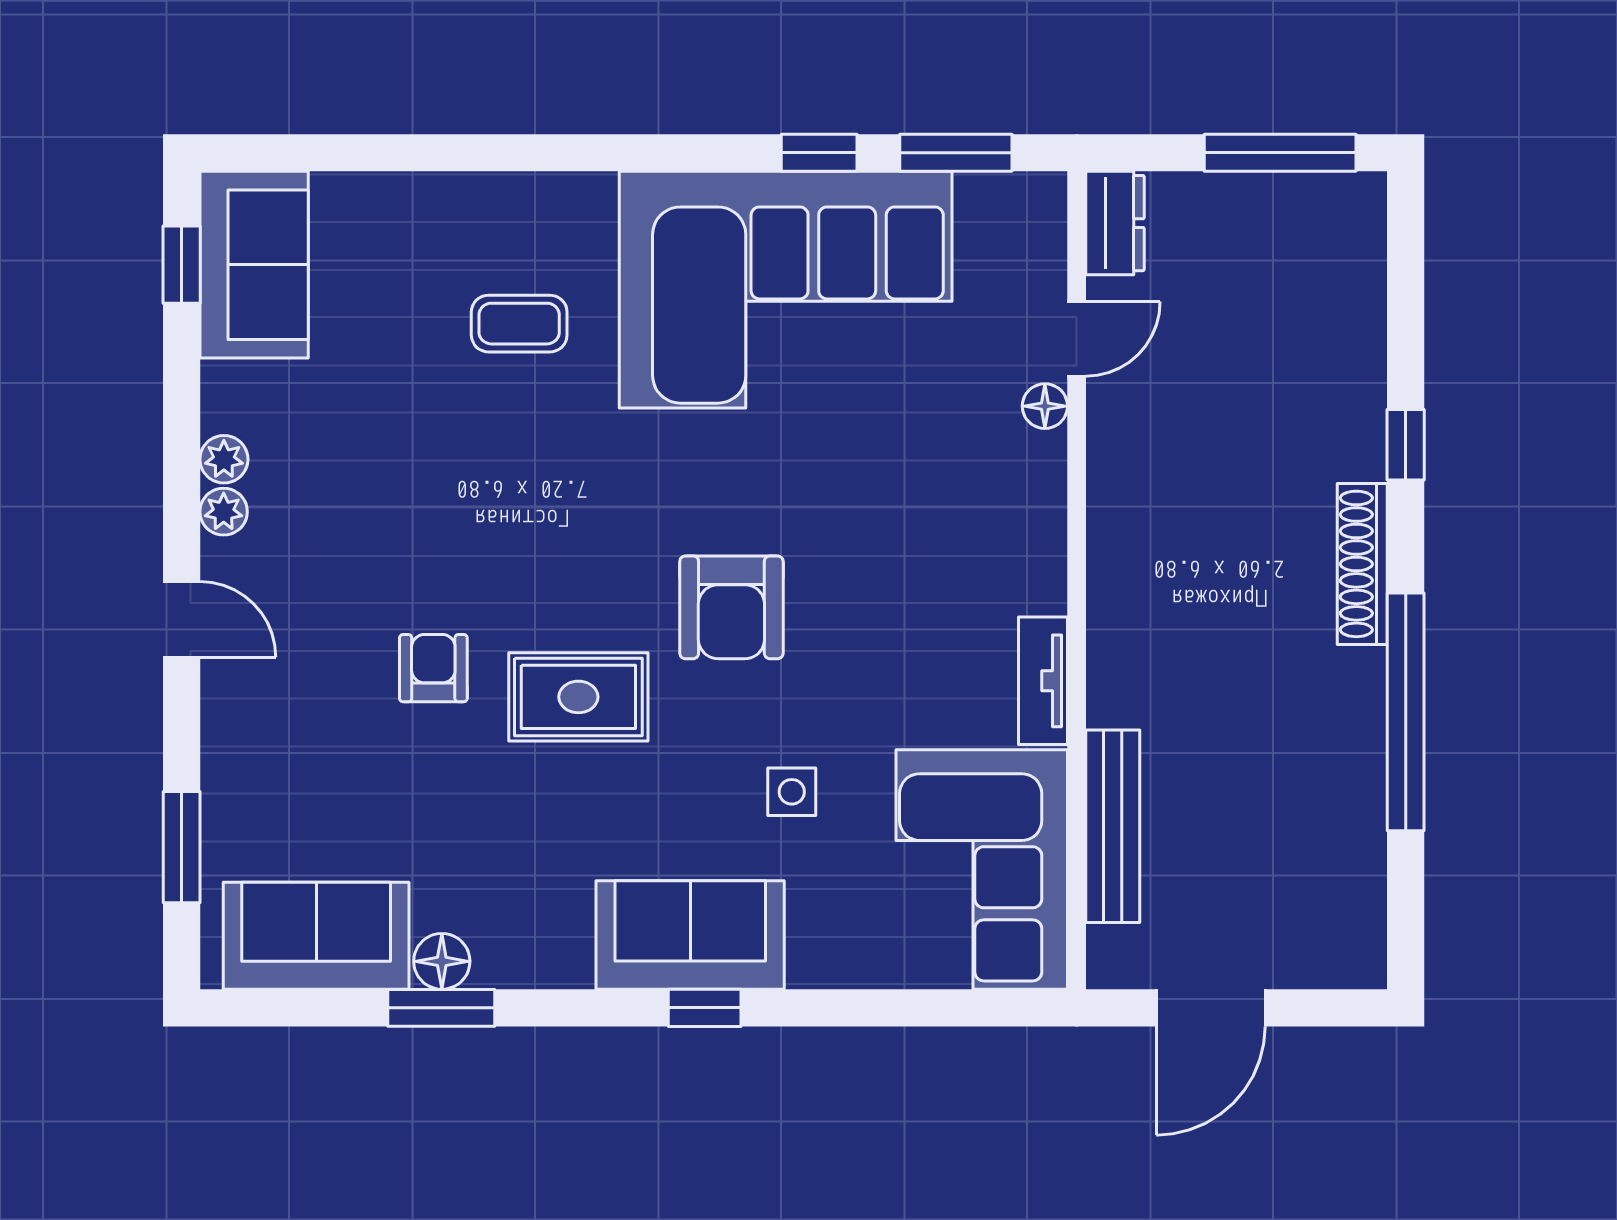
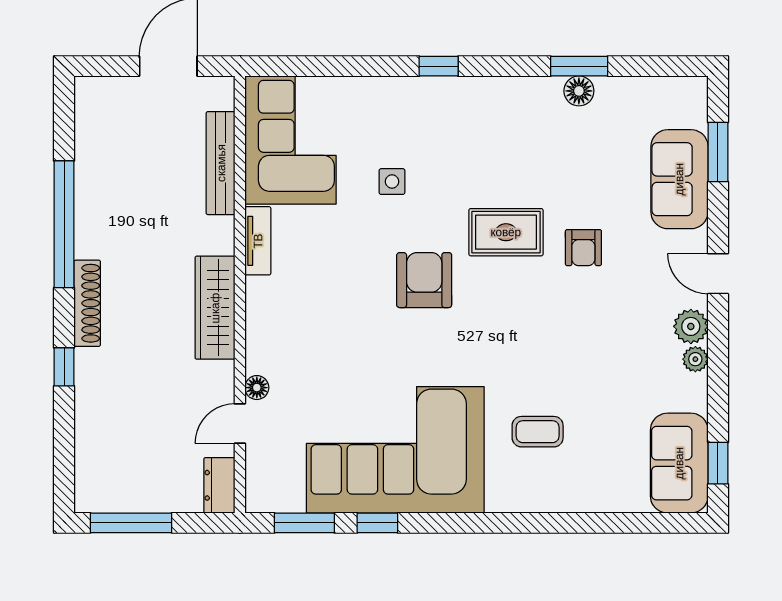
plant: (224, 512) -> (691, 326), width x1.38, depth x1.38
wardrobe: (1123, 556) -> (215, 308), added
sofa: (690, 935) -> (446, 105), removed
sofa: (316, 936) -> (679, 179), moved, turned 90

